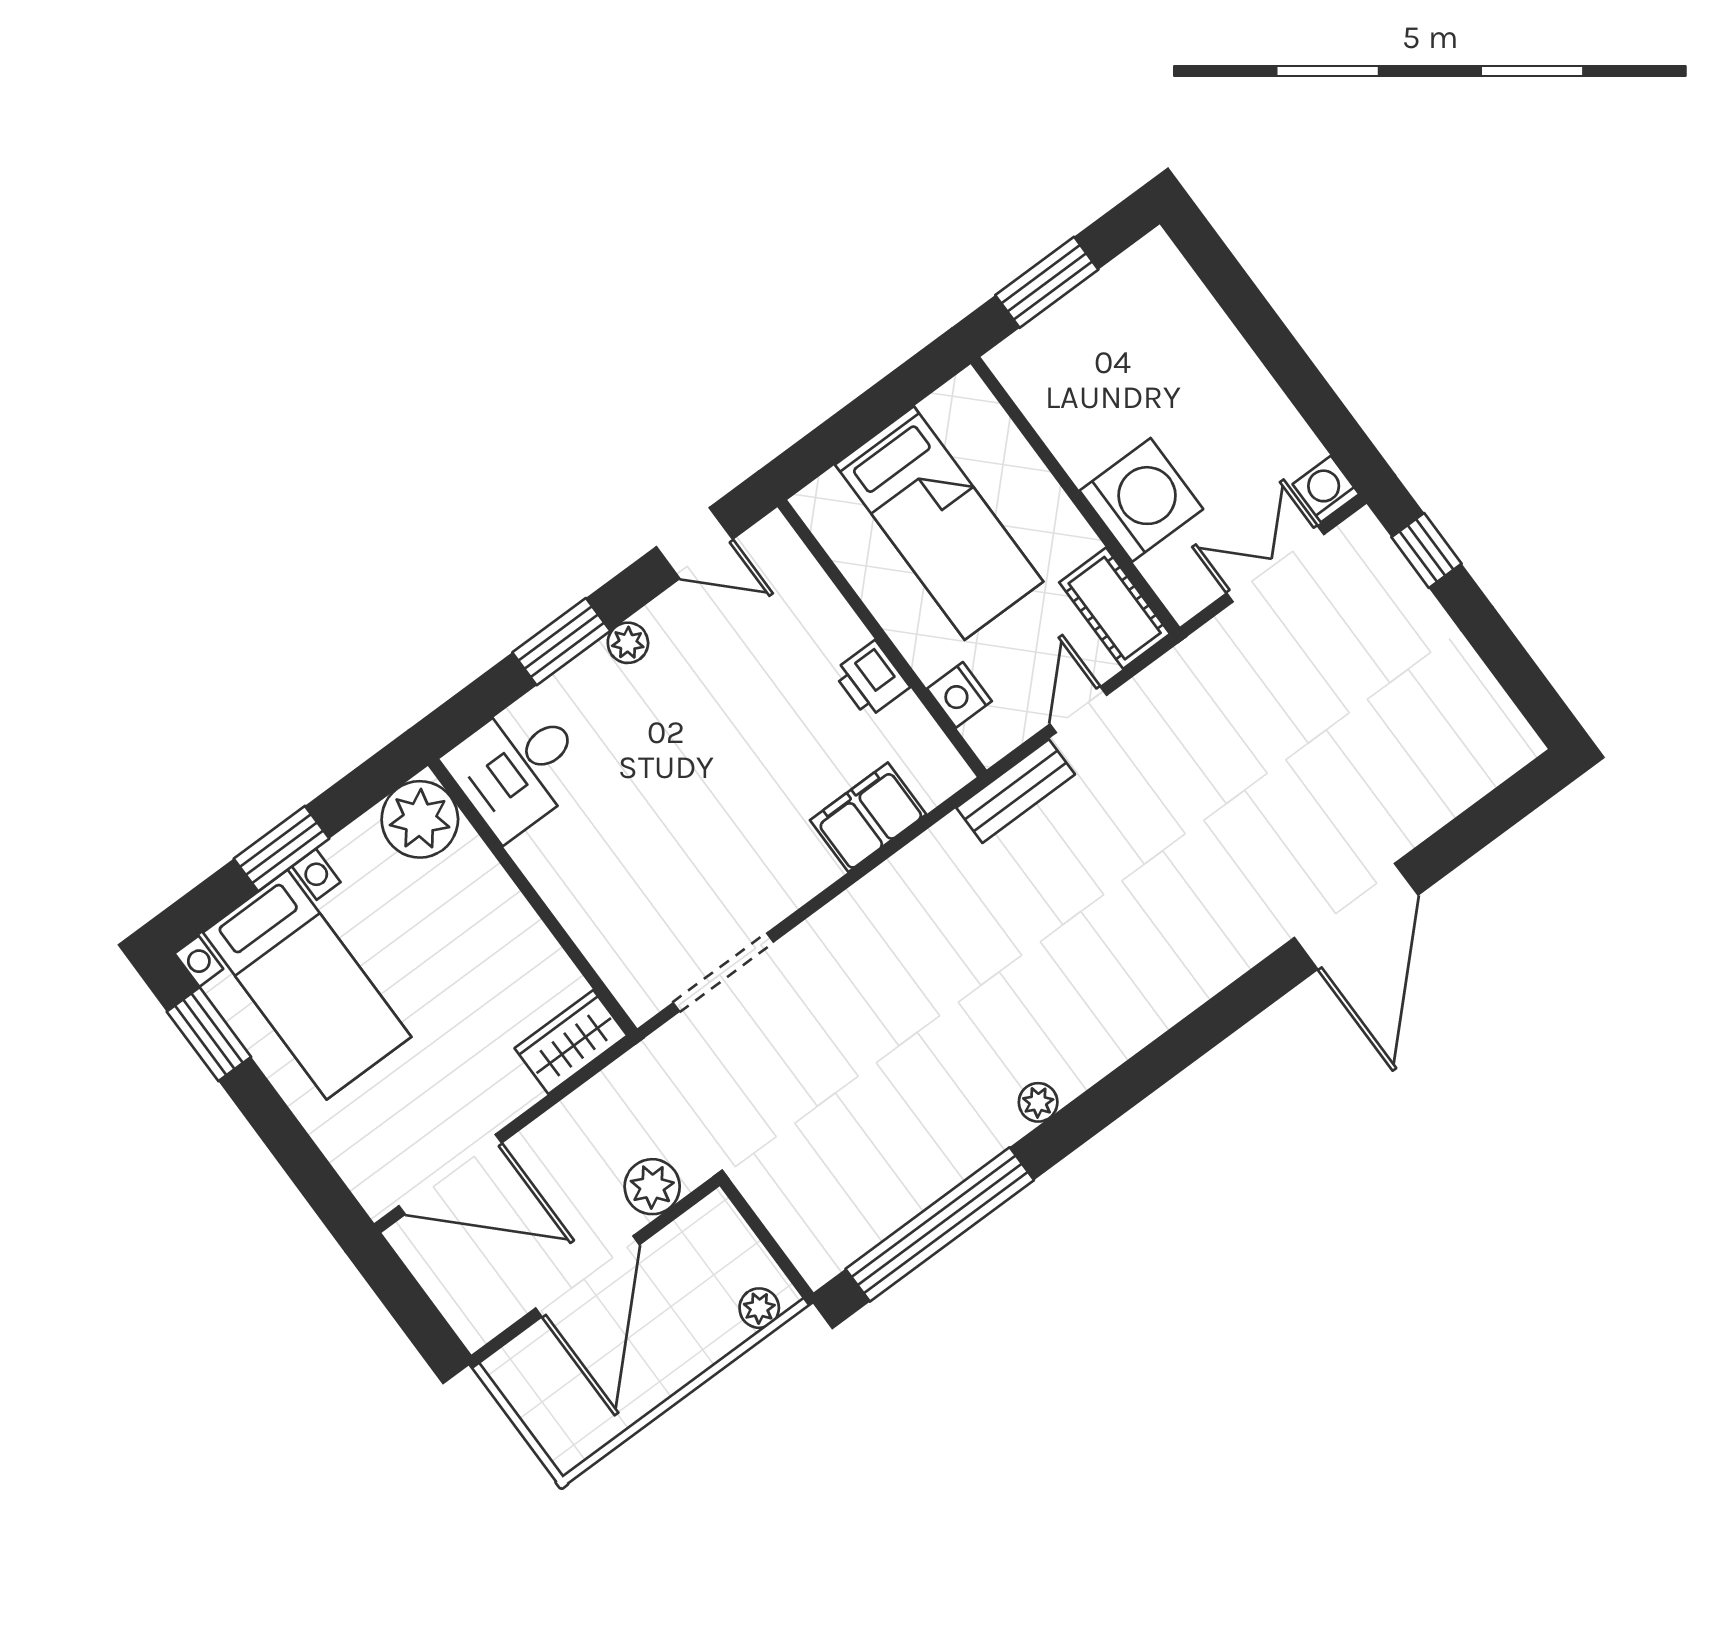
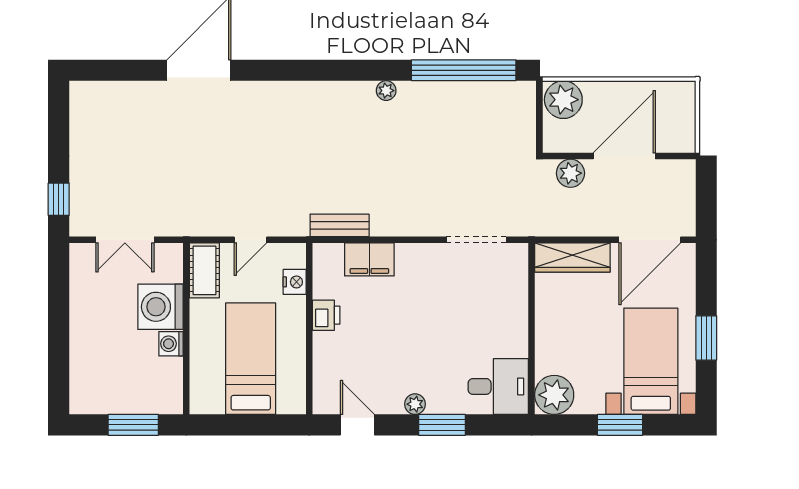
washing machine: (1326, 489) -> (171, 344), moved, turned 90
bench: (1016, 791) -> (340, 225), moved
window: (209, 1034) -> (706, 338), moved
wardrobe: (571, 1042) -> (572, 257), width x1.50
door: (450, 1174) -> (650, 240), swing flipped
plant: (759, 1308) -> (563, 100), width x1.88, depth x1.88

